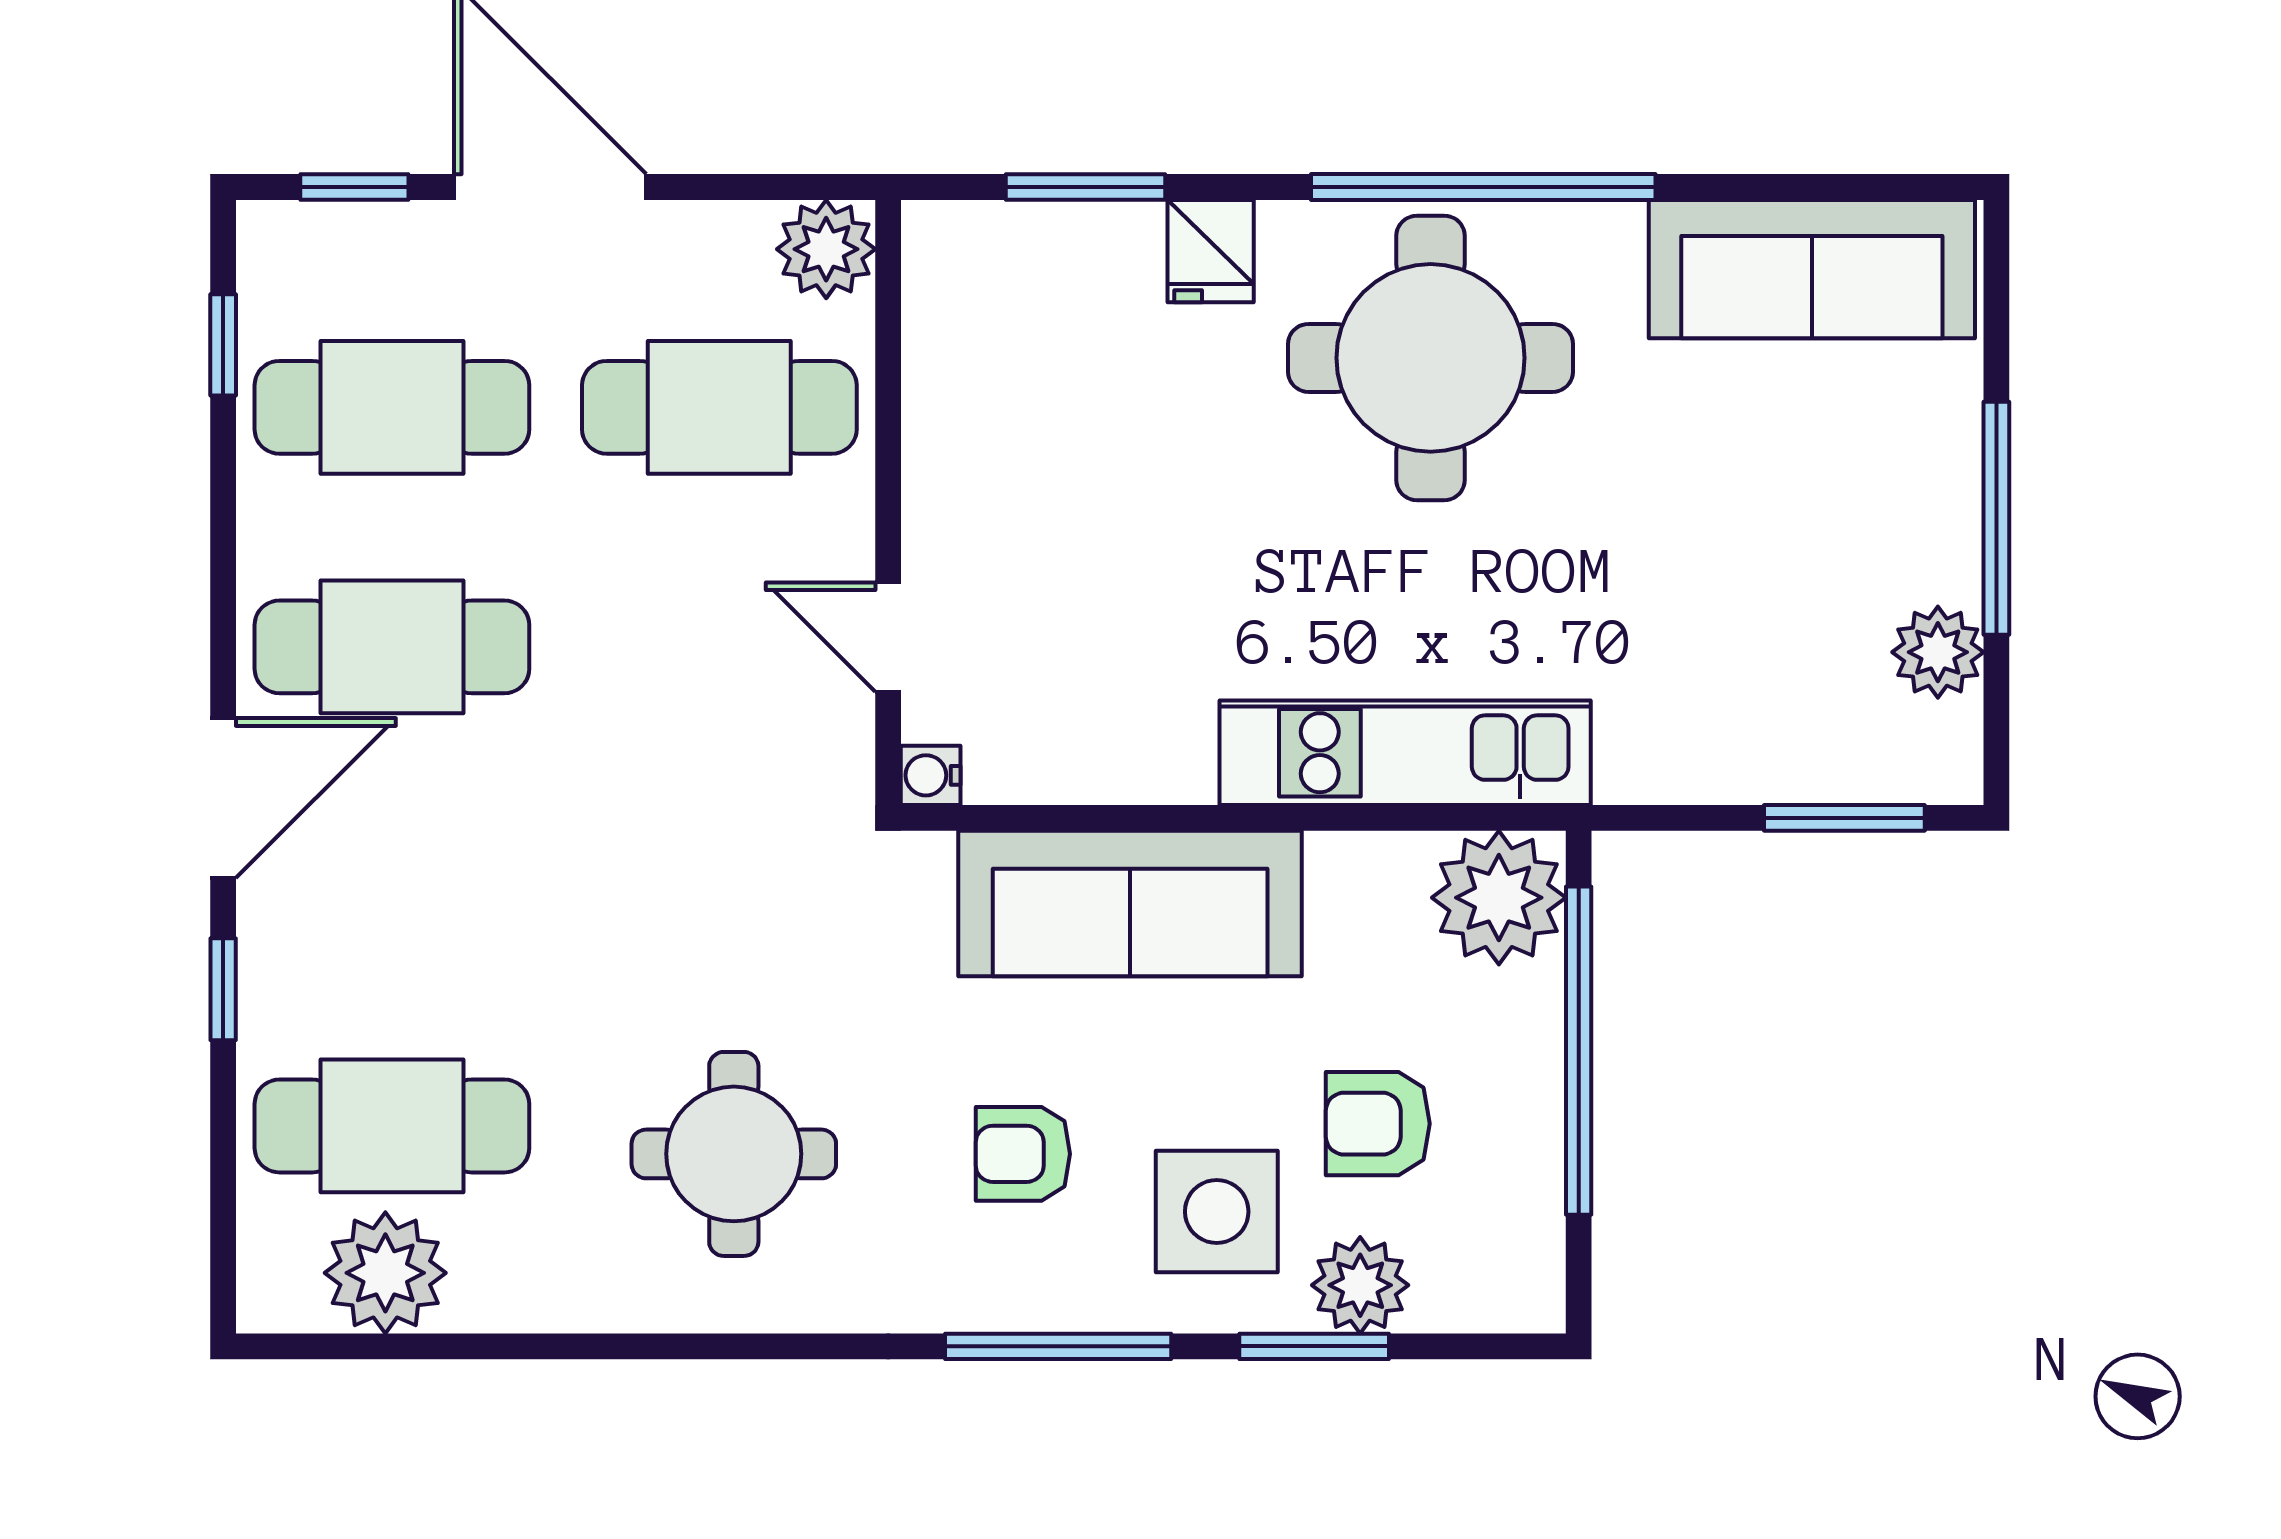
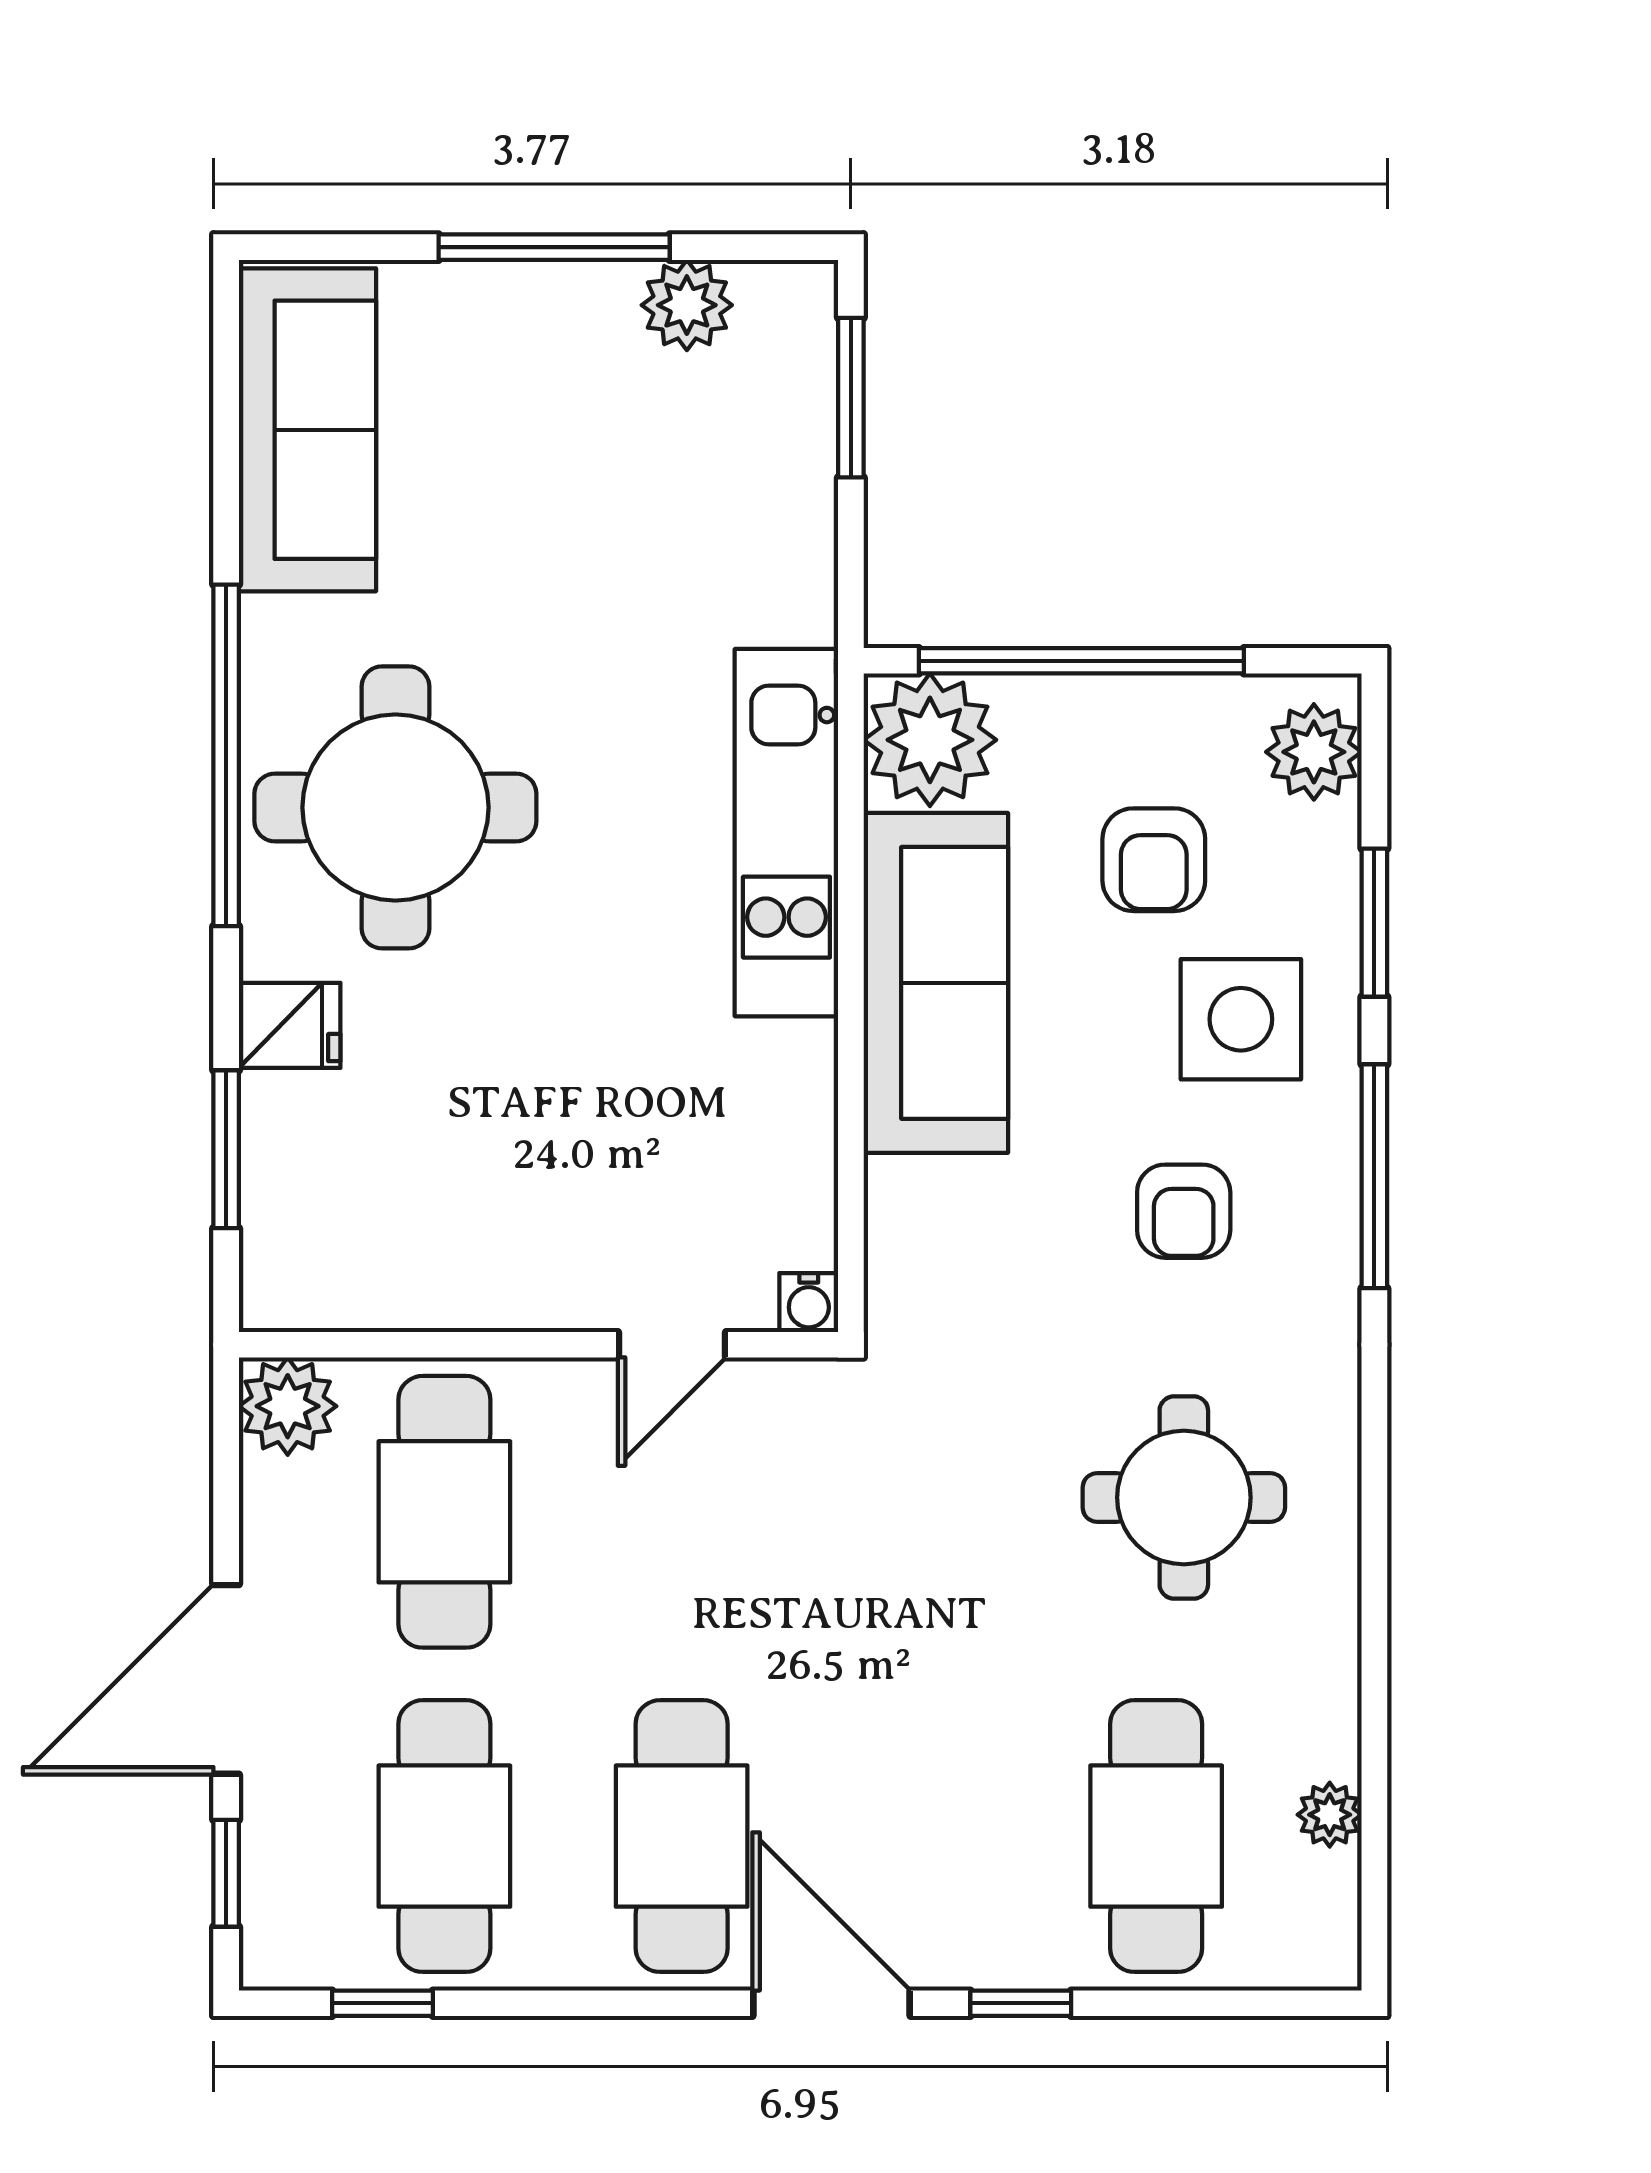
sofa: (1130, 904) -> (936, 983), moved
plant: (385, 1273) -> (1330, 1815), width x0.53, depth x0.53
plant: (1360, 1285) -> (1314, 752), moved

